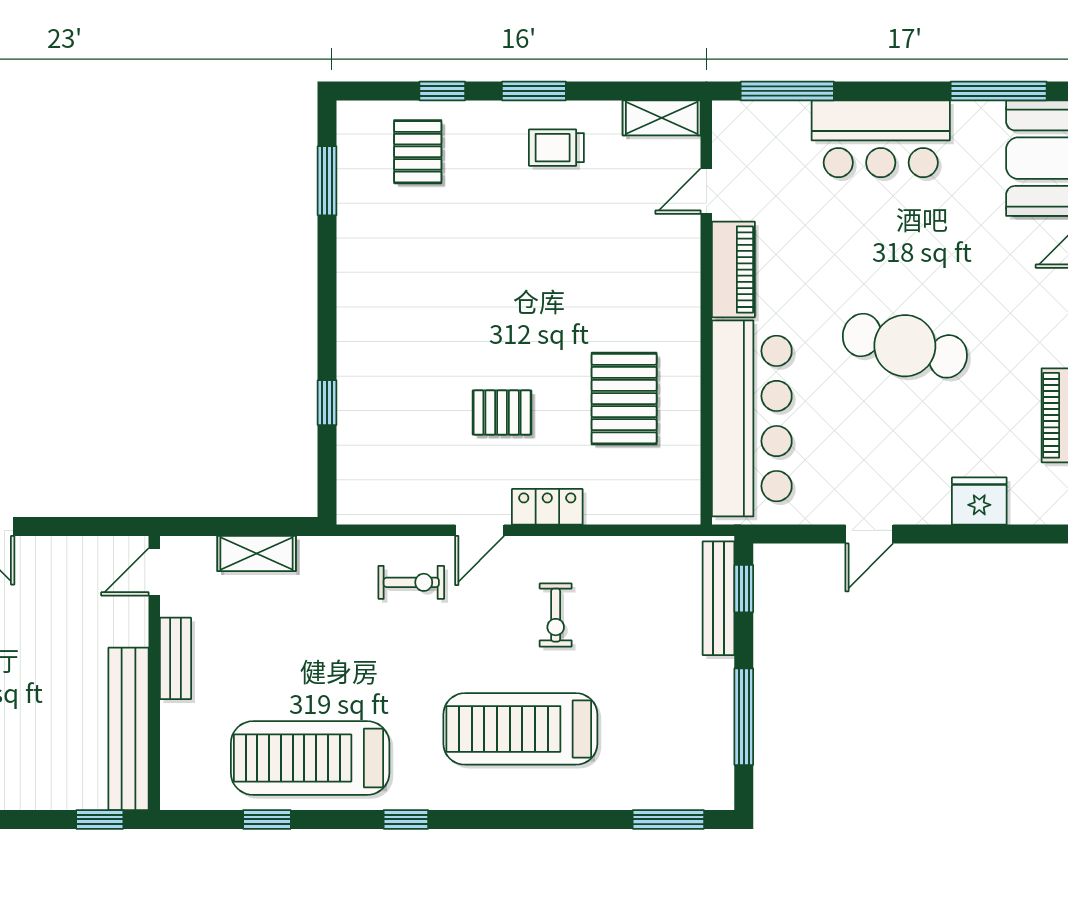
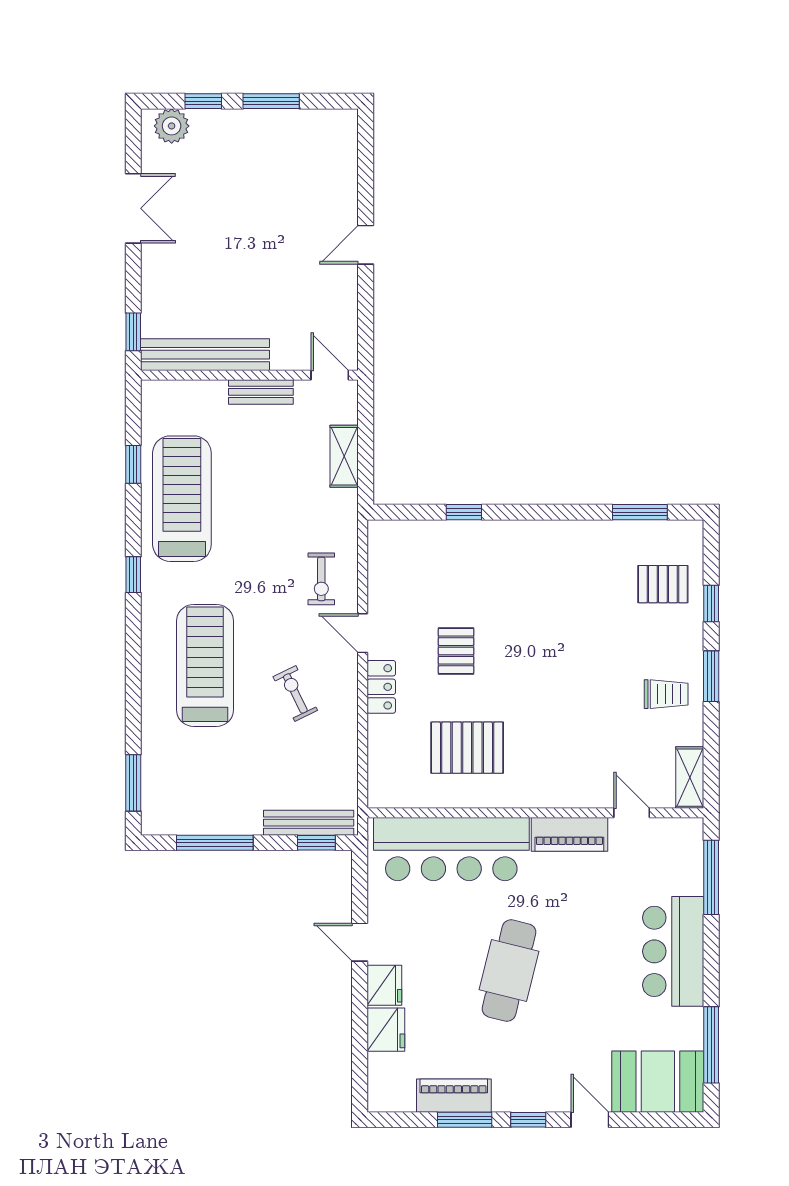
trolley: (556, 148) -> (666, 694), turned 90
fridge: (924, 503) -> (384, 985), added
exercise bike: (556, 615) -> (295, 693), turned 64

